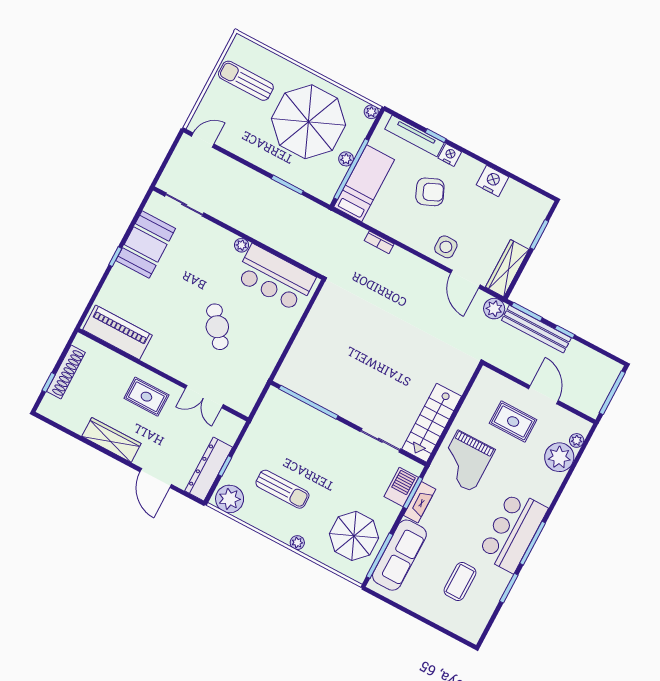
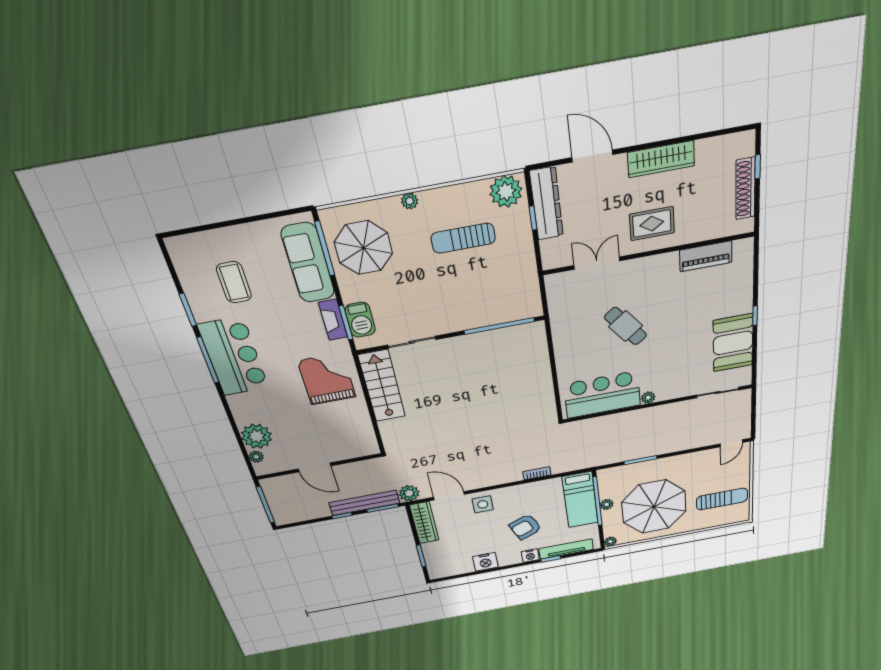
piano: (118, 332) -> (706, 256), width x0.73, depth x0.75
rug: (513, 421) -> (318, 434), removed

